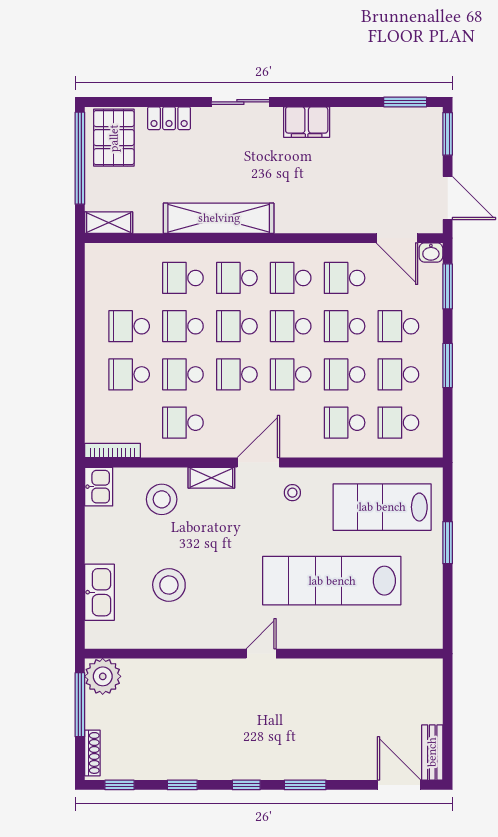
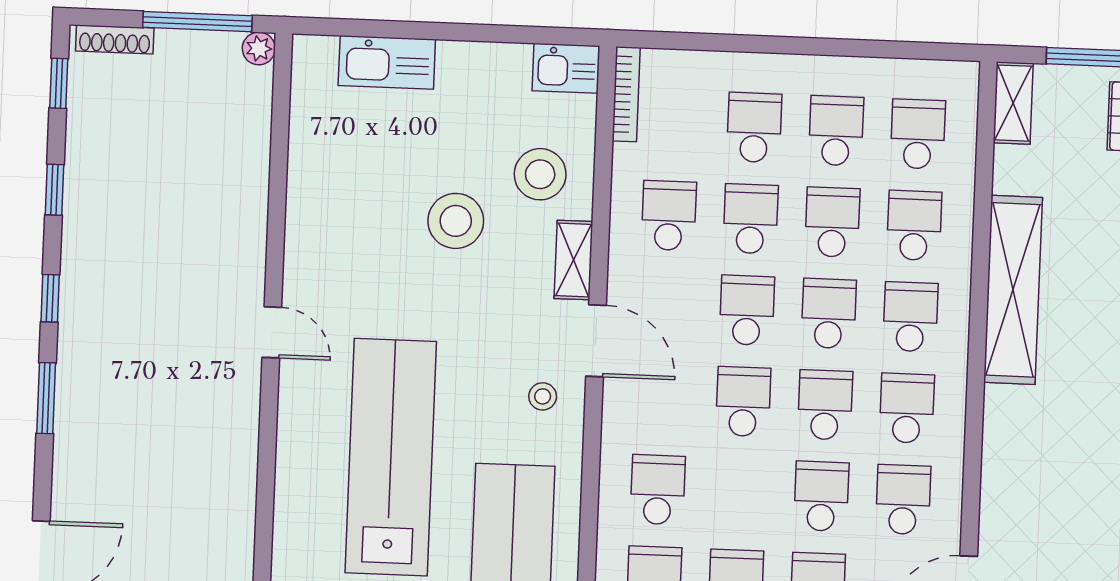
school desk: (345, 374) -> (918, 134), moved
stool: (169, 585) -> (456, 221), moved
plant: (103, 676) -> (259, 48), width x0.53, depth x0.53

